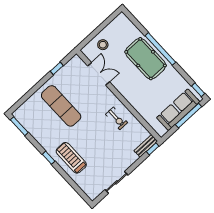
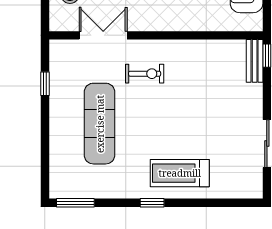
exercise mat: (61, 106) -> (100, 124), turned 90
exercise bike: (117, 118) -> (145, 74), moved

